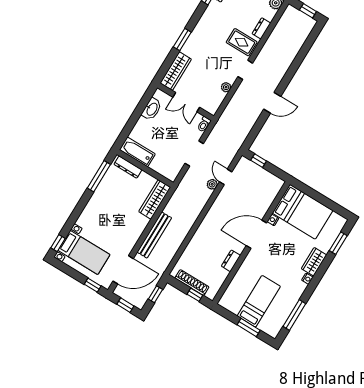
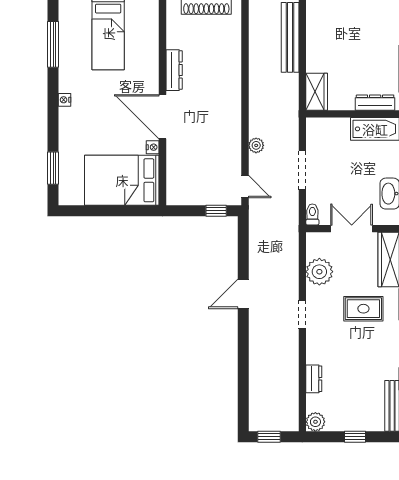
rug: (242, 42) -> (363, 309), moved
plant: (226, 87) -> (319, 272), width x1.88, depth x1.88
door: (226, 177) -> (245, 187), moved
wardrobe: (155, 199) -> (317, 92), width x0.67
door: (256, 234) -> (162, 117), swing flipped
dresser: (231, 261) -> (174, 70), width x1.44
wardrobe: (314, 262) -> (69, 126), removed

